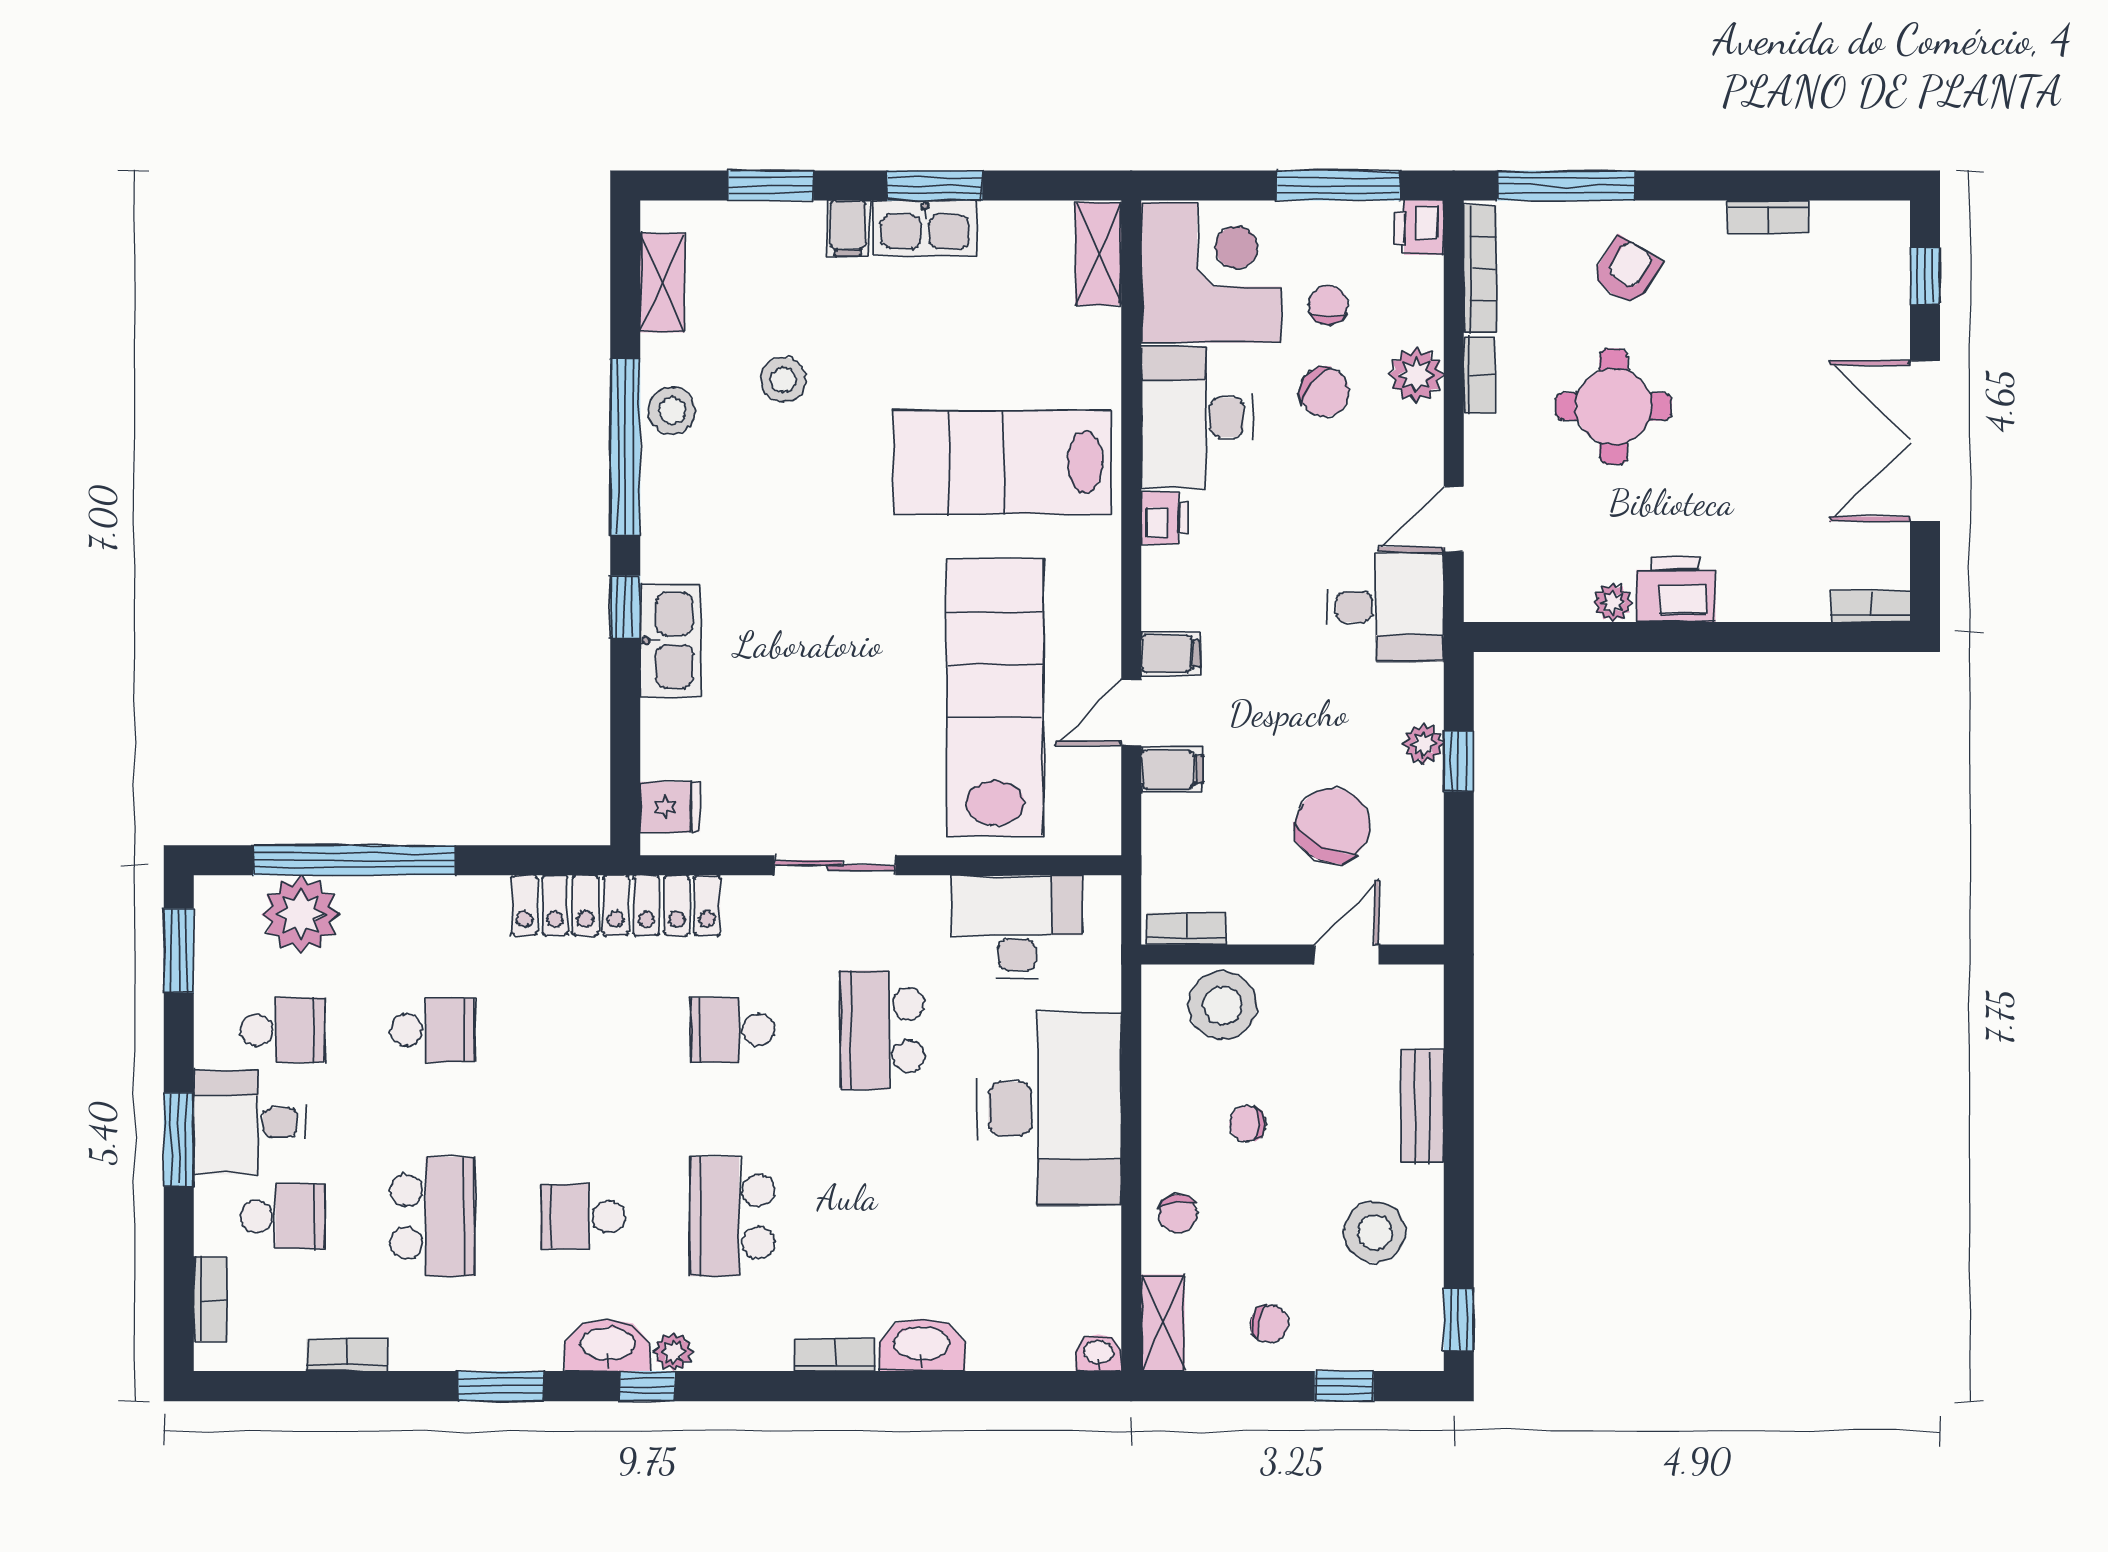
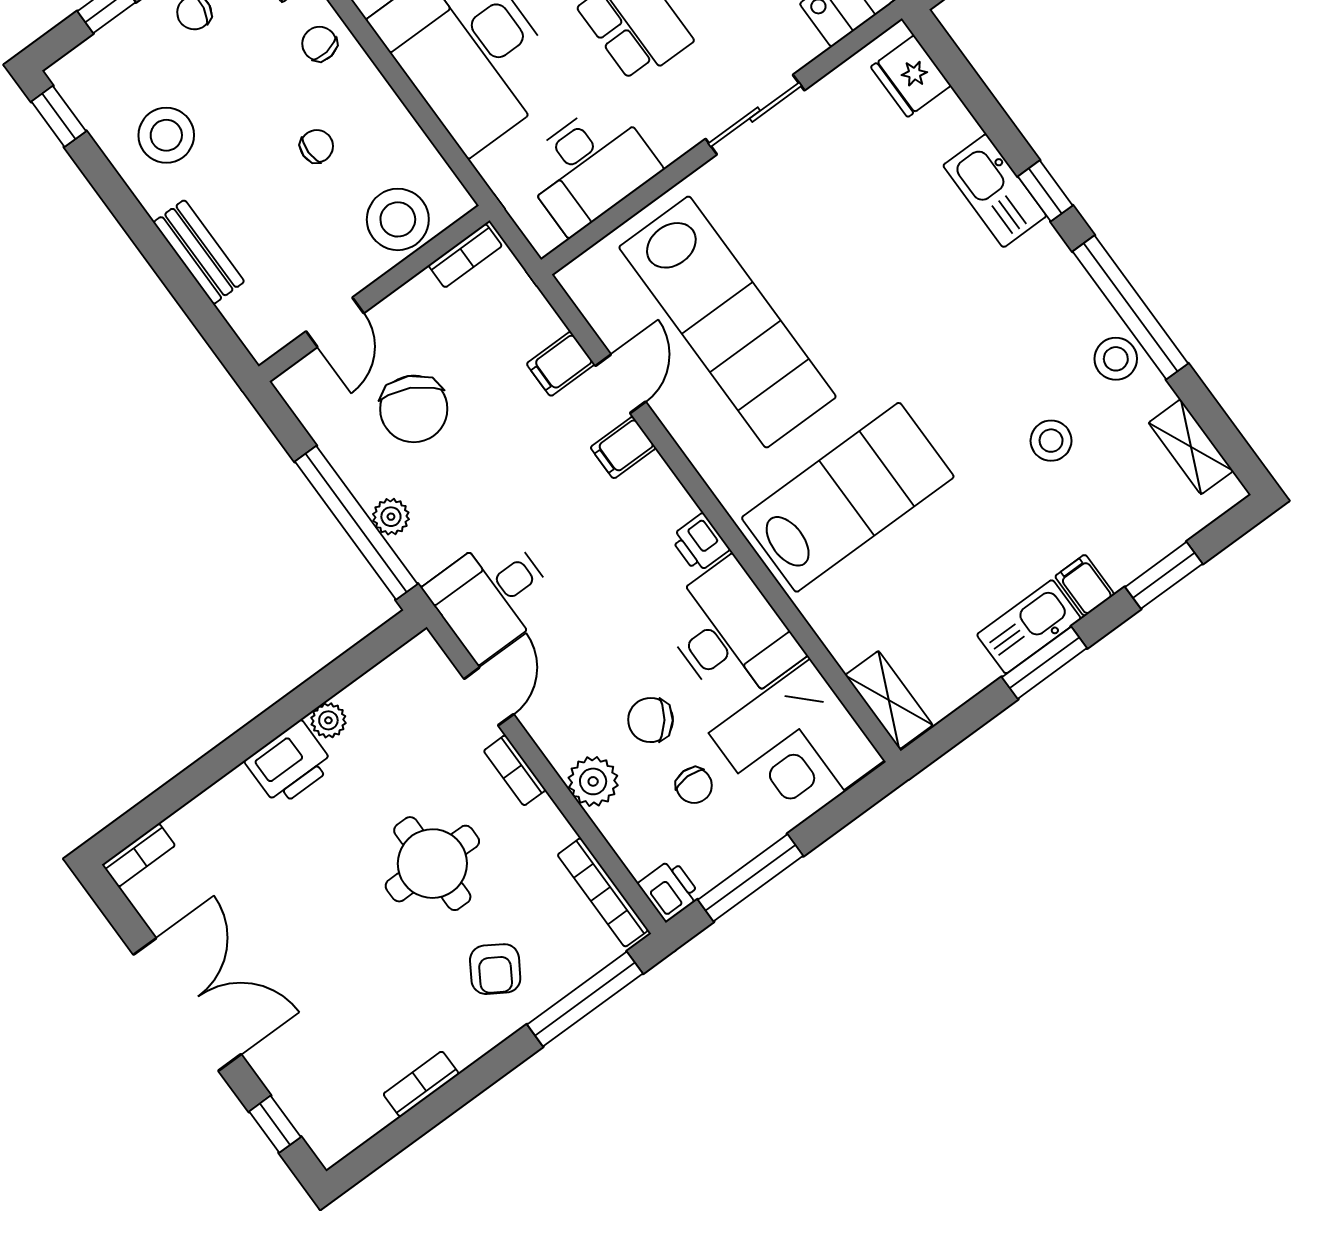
bookcase: (1479, 375) -> (515, 770), moved
window: (1459, 761) -> (356, 523), width x3.17
fridge: (670, 807) -> (911, 76), width x1.38

